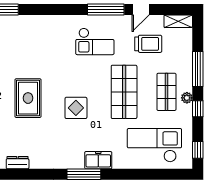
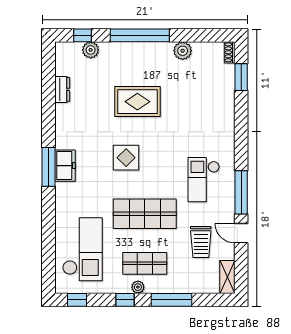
freezer: (98, 160) -> (65, 166), moved

